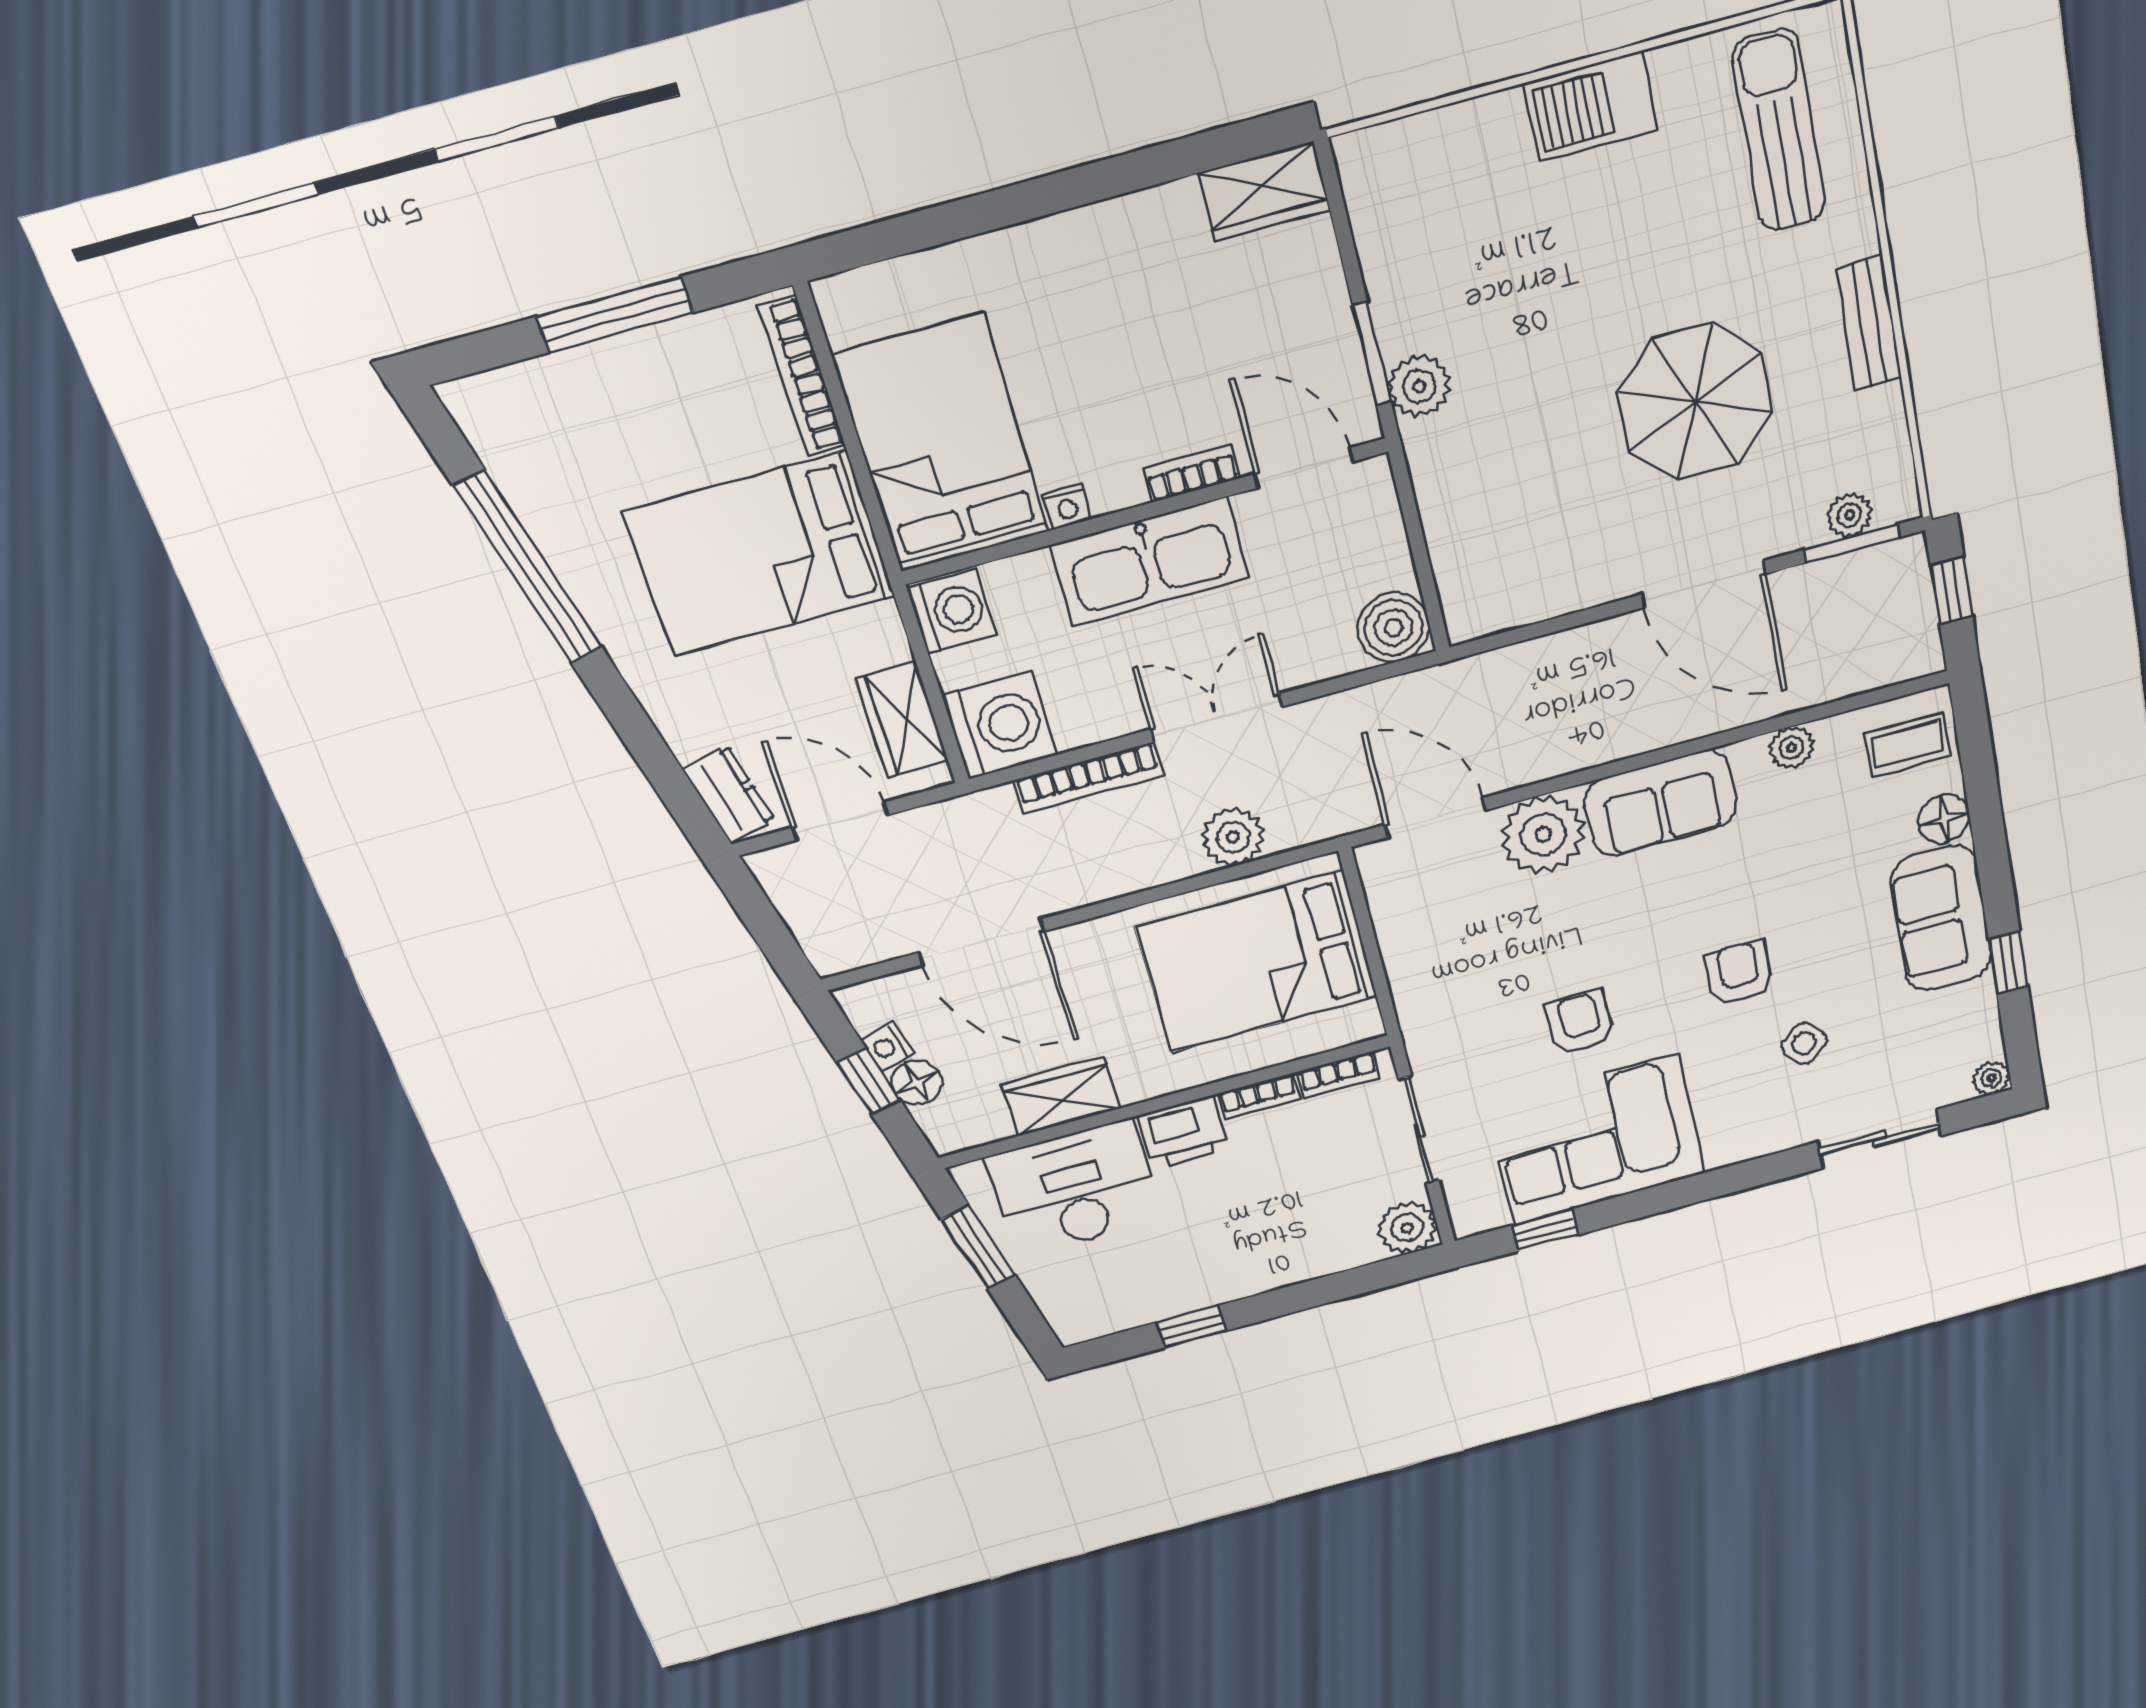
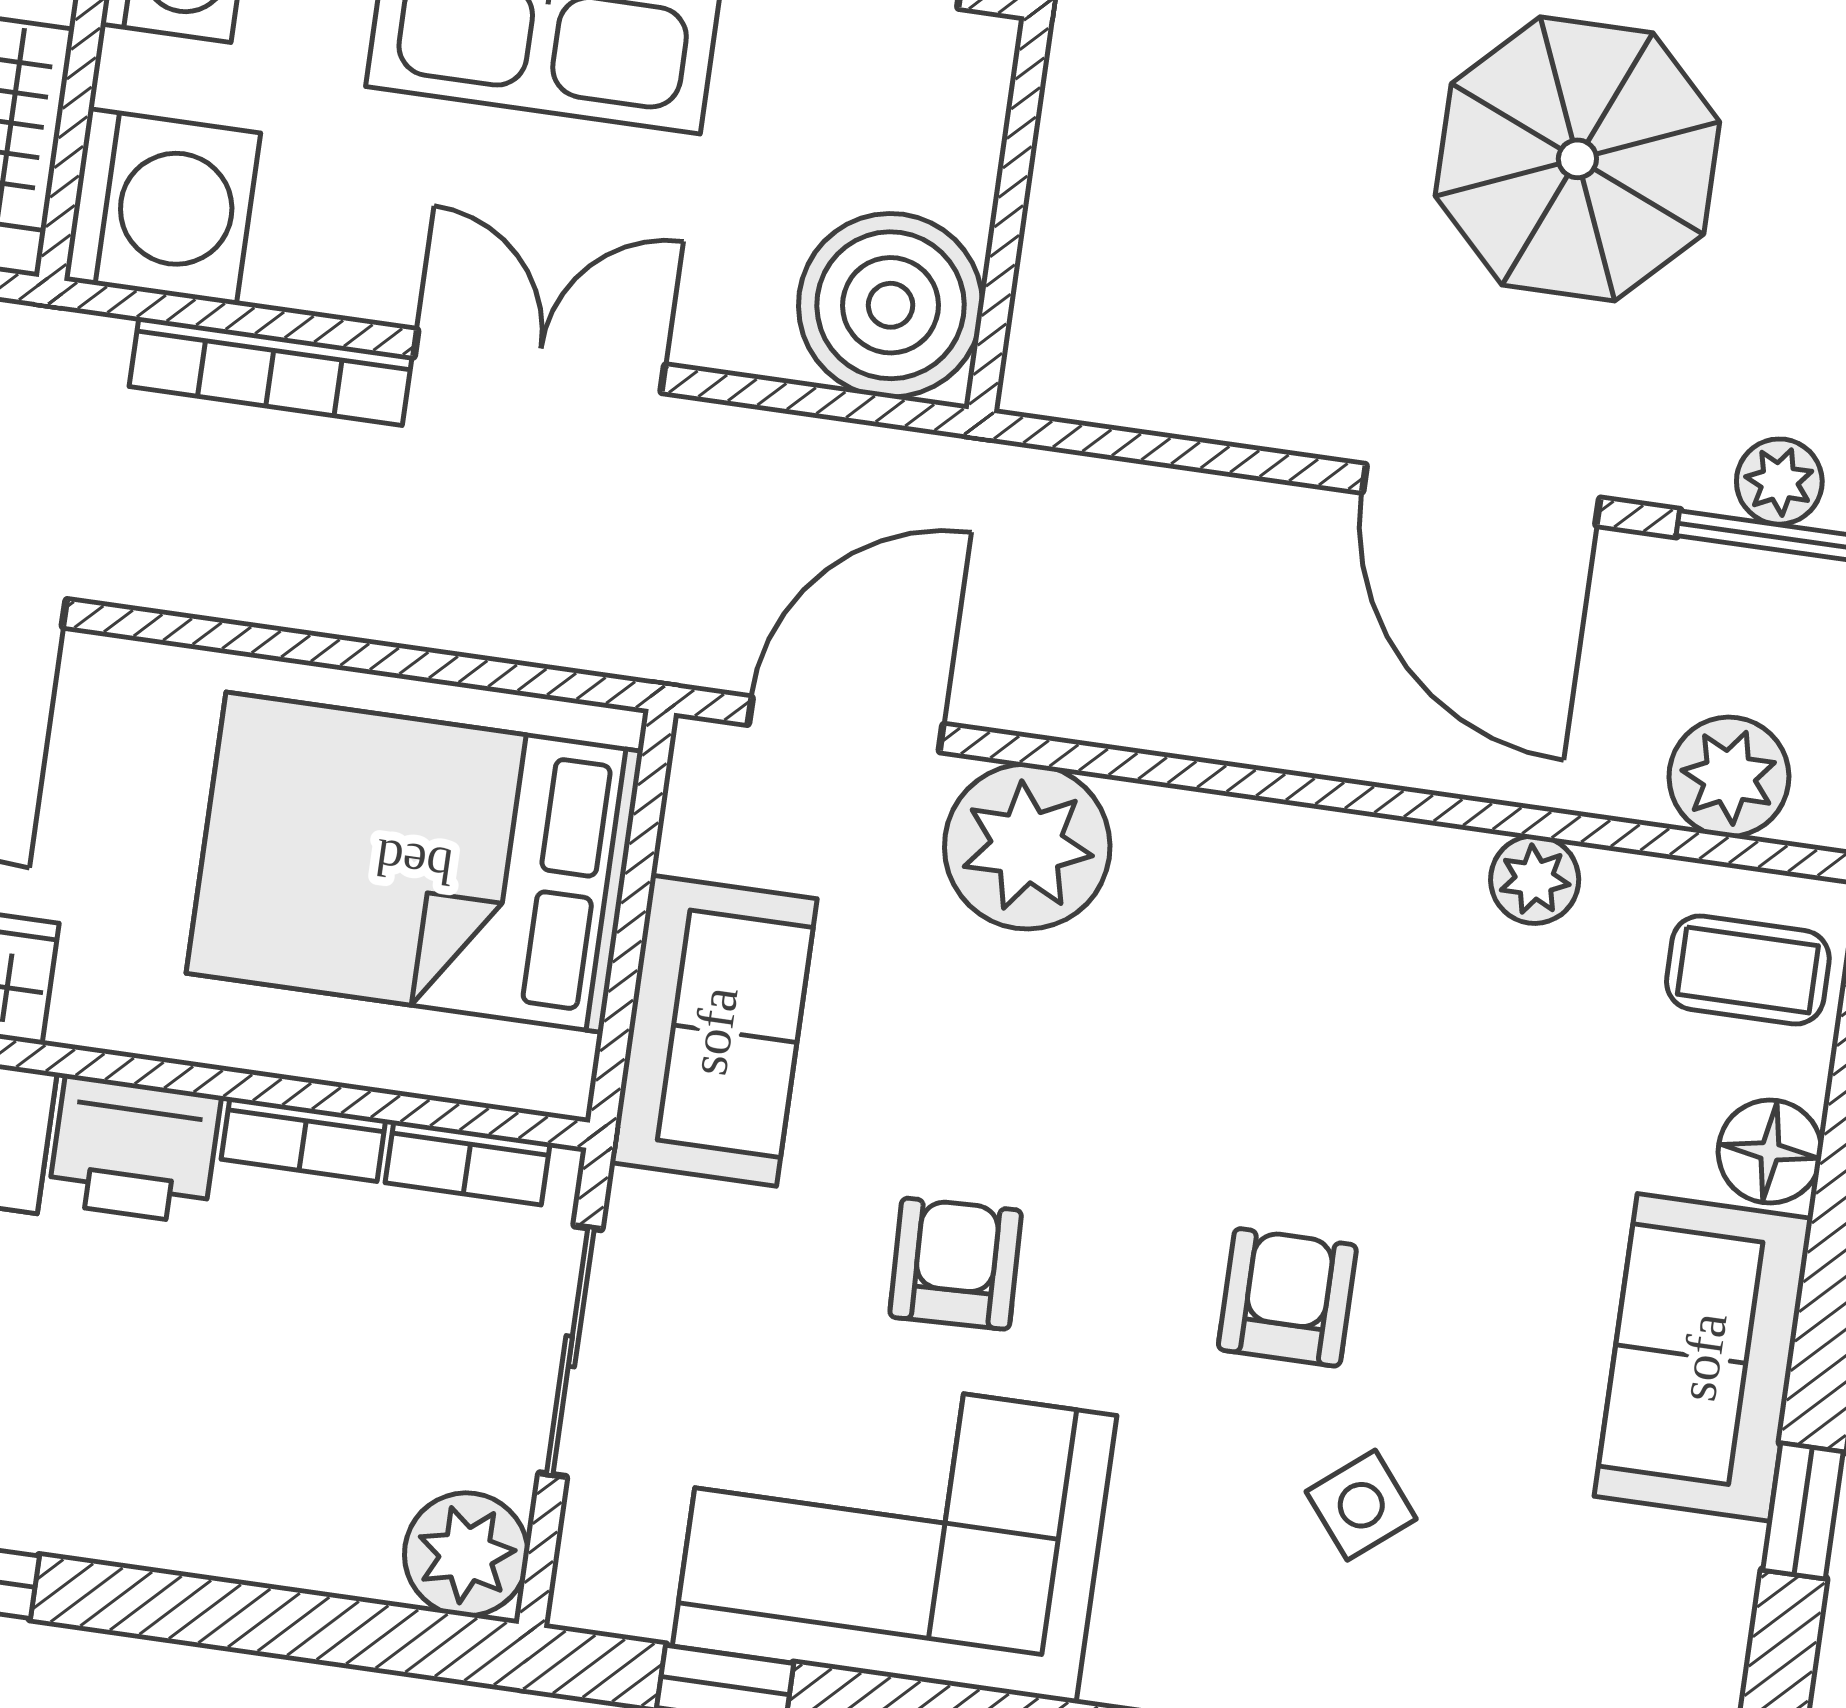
boiler: (1394, 628) -> (891, 305), width x1.37, depth x1.37
sofa: (1661, 803) -> (714, 1031), moved, turned -90
door: (1435, 818) -> (846, 724), hinge flipped
plant: (1233, 837) -> (1729, 777), moved

